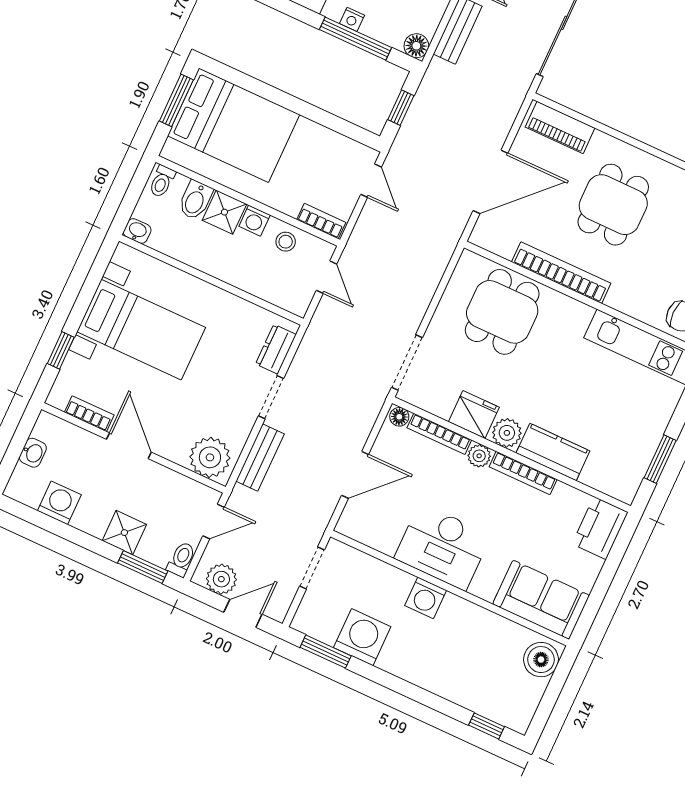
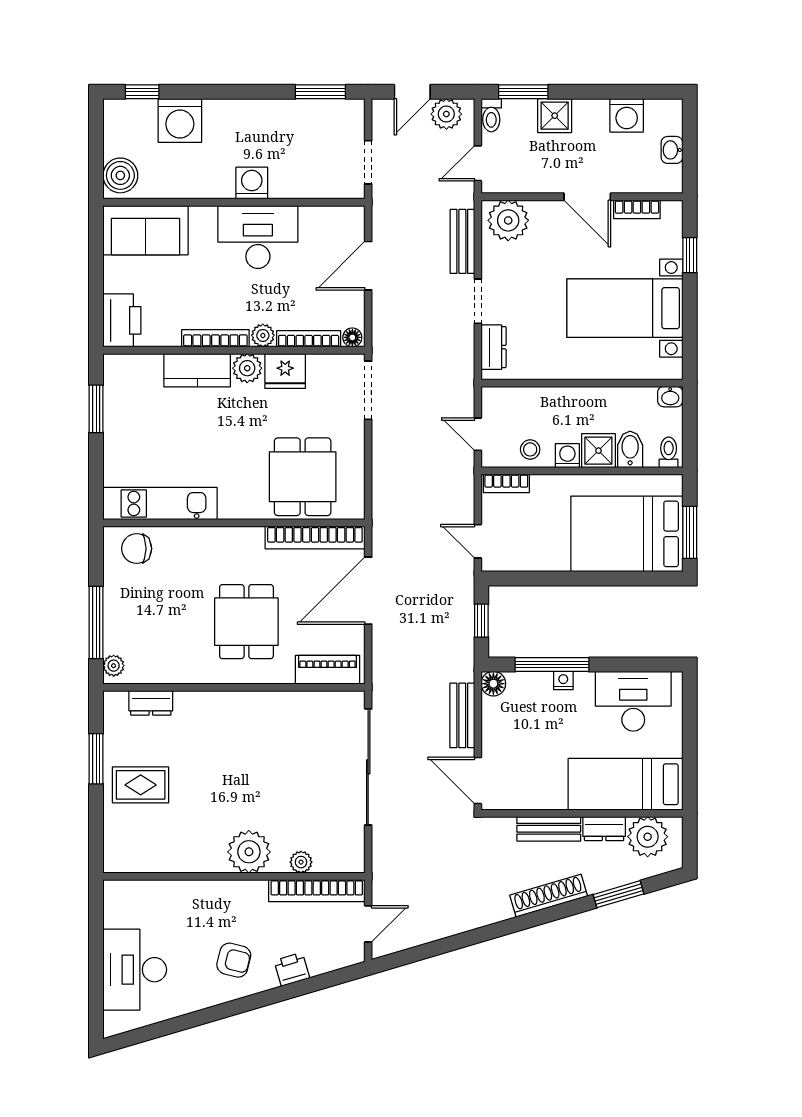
bookcase: (561, 273) -> (315, 538), moved
washing machine: (362, 637) -> (180, 120), moved

